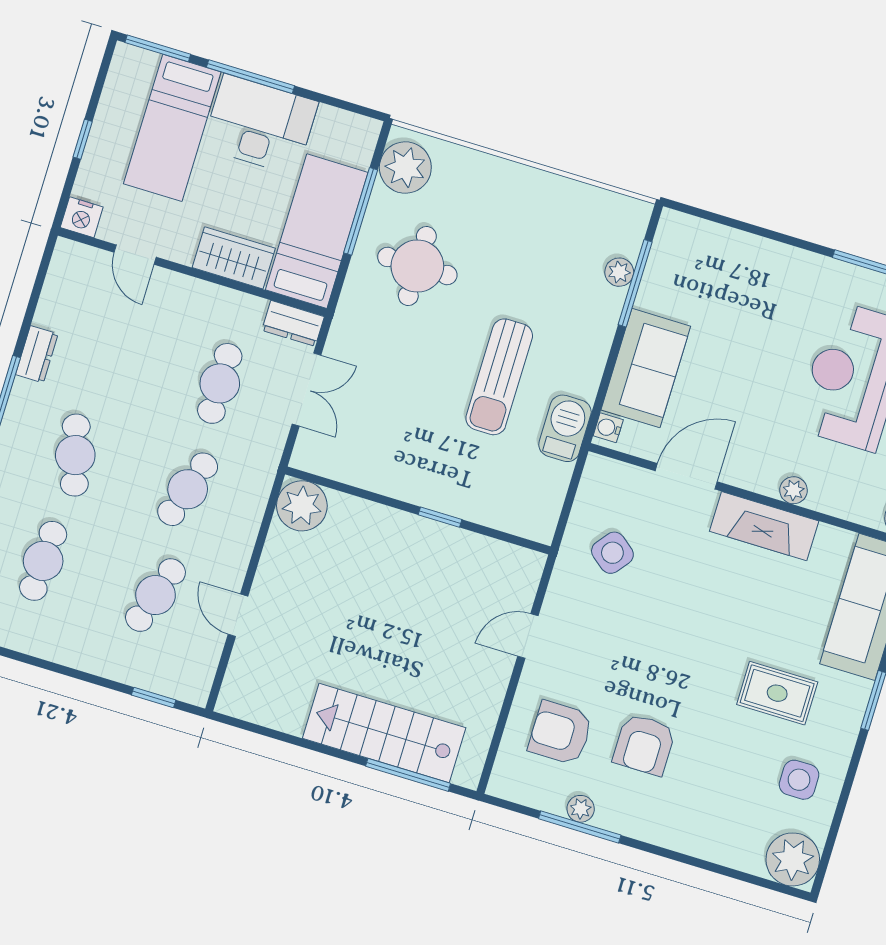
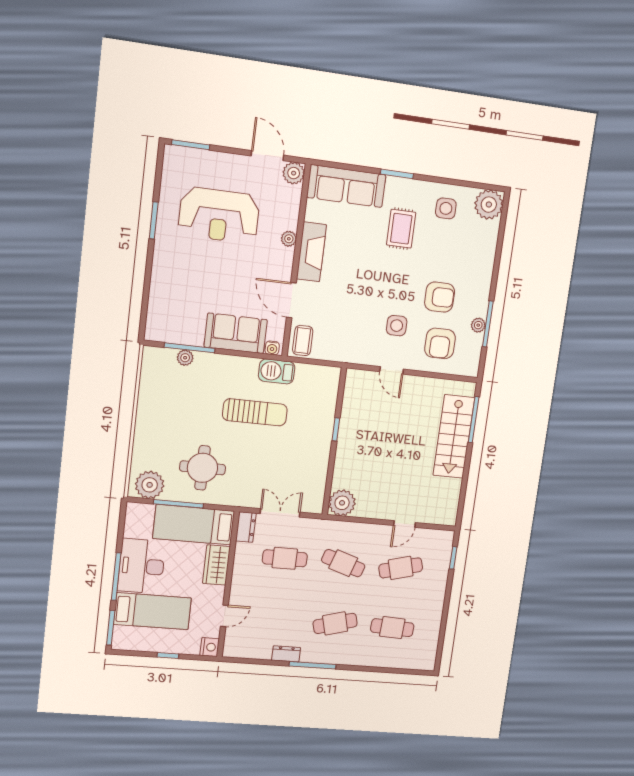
coffee table: (611, 484) -> (303, 341), added
side table: (612, 553) -> (397, 326), moved, turned -38
cafe table: (155, 595) -> (401, 568), turned -33

